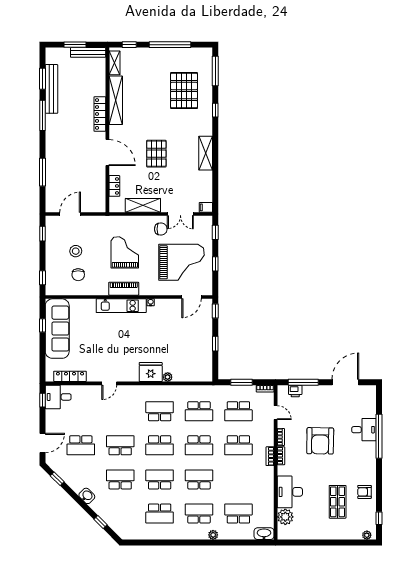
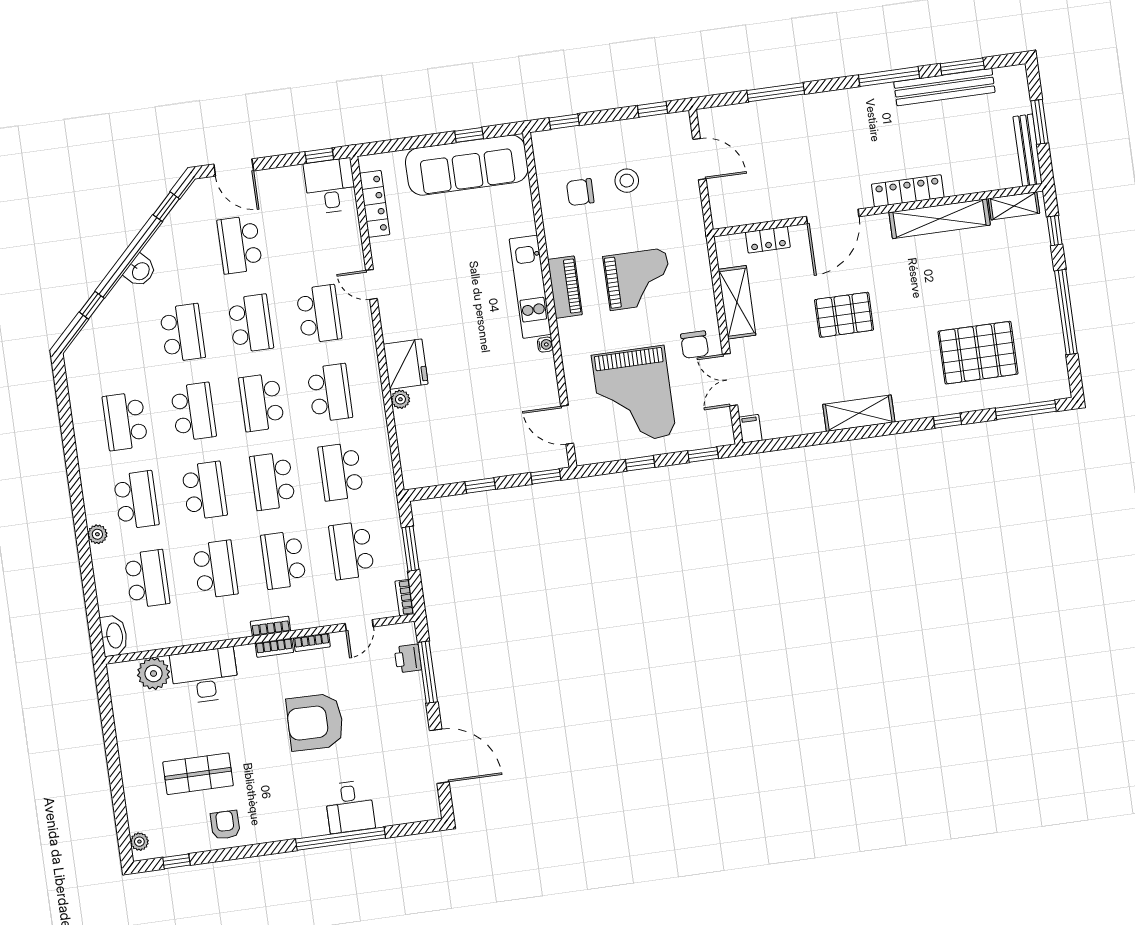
school desk: (120, 411) -> (319, 314), added
school desk: (238, 479) -> (215, 569), added

